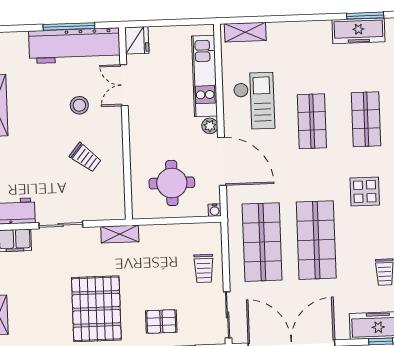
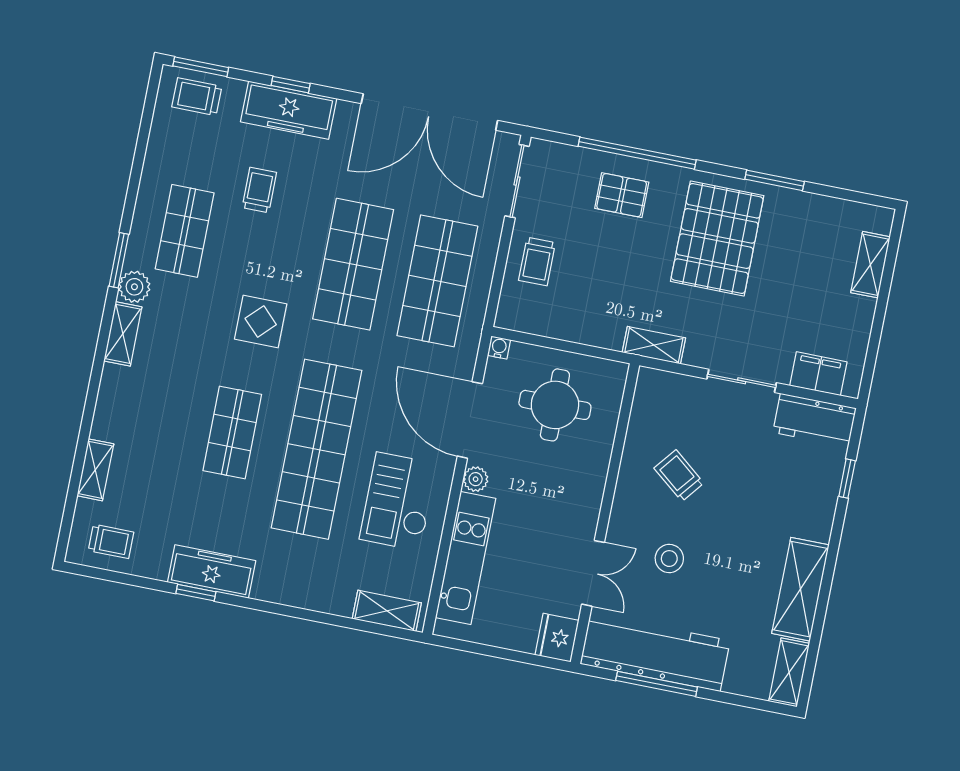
window: (365, 16) -> (196, 593), width x0.67
shop shelf: (312, 121) -> (317, 449), width x2.00, depth x1.36
trolley: (204, 268) -> (537, 261), turned 180

